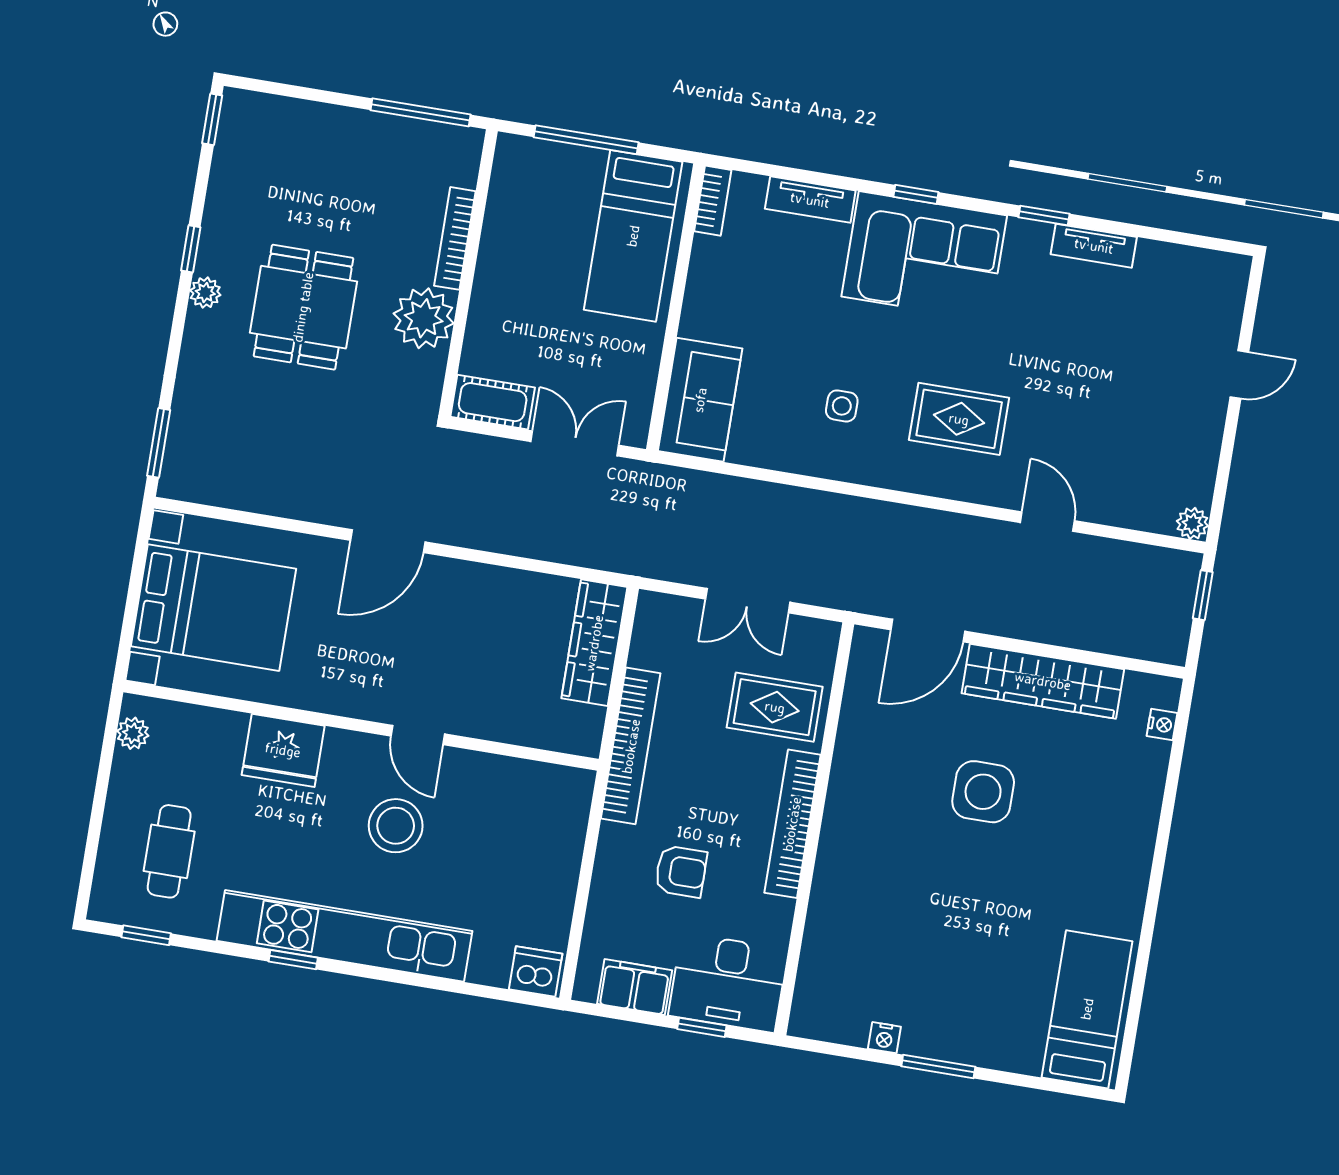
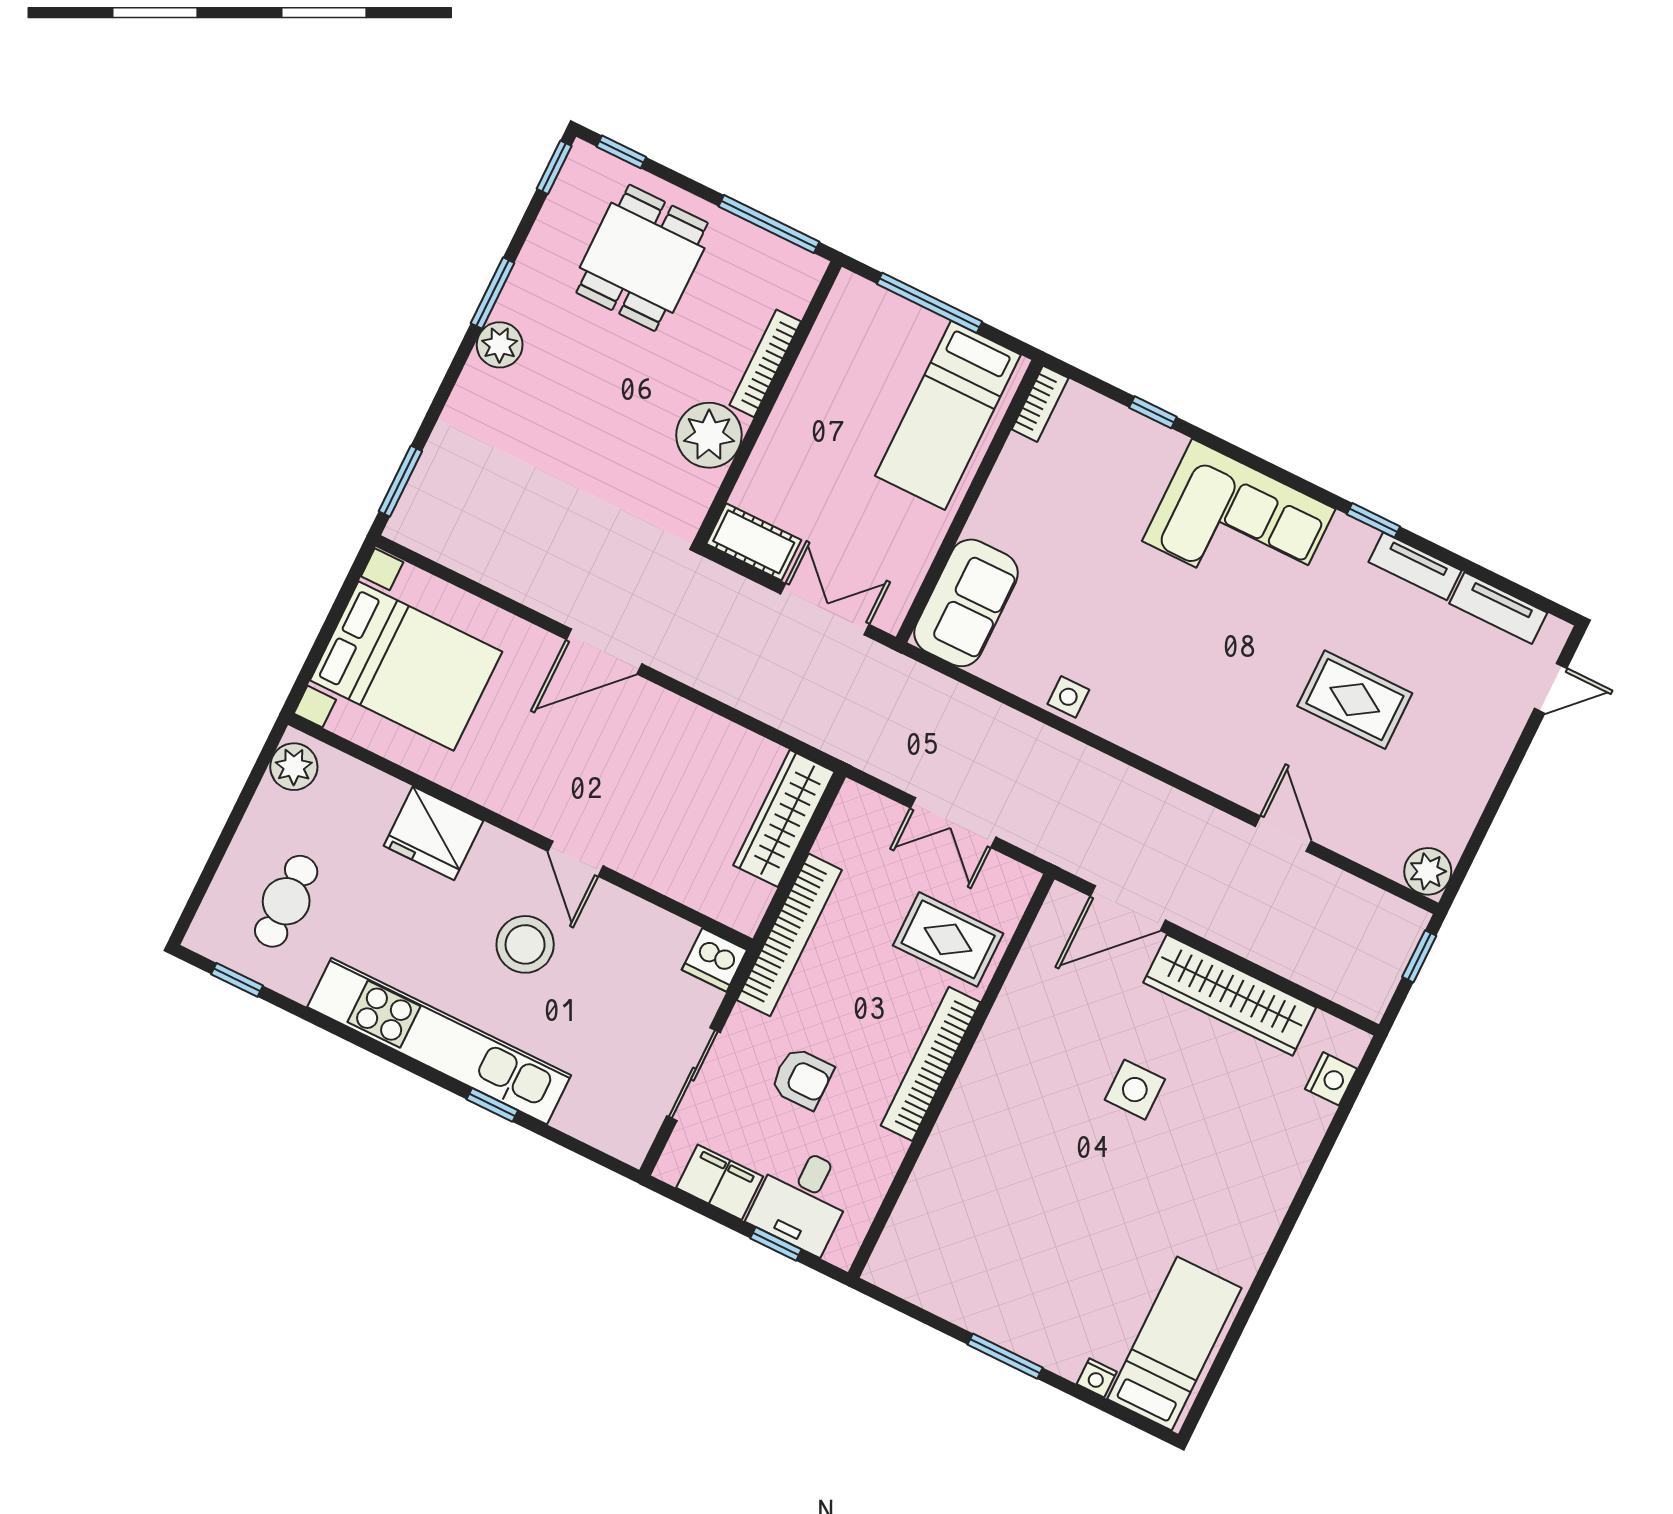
window: (268, 87) -> (621, 152), added
window: (916, 194) -> (1153, 412), moved
tv unit: (810, 200) -> (1498, 608), moved
window: (191, 249) -> (493, 293), width x1.50
plant: (205, 293) -> (500, 345), width x1.38, depth x1.38
dining table: (303, 307) -> (642, 258), moved
door: (1239, 374) -> (1551, 688), moved
side table: (842, 406) -> (1068, 697), moved
rug: (959, 419) -> (1355, 700), moved
plant: (1192, 523) -> (1428, 871), width x1.38, depth x1.38
nightstand: (1162, 725) -> (1331, 1079), width x1.39, depth x1.35
plant: (133, 733) -> (294, 767), width x1.38, depth x1.38
side table: (983, 792) -> (1135, 1090), width x0.73, depth x0.73
sliding door: (582, 897) -> (693, 1074), added
window: (293, 960) -> (492, 1105), moved
dishwasher: (536, 972) -> (714, 960), moved, turned 180
desk: (728, 983) -> (802, 1199), width x0.73
nightstand: (884, 1038) -> (1097, 1378), moved

